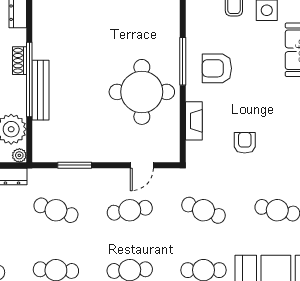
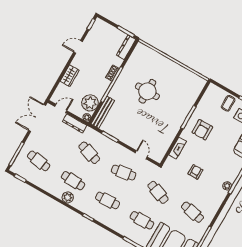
armchair: (217, 68) -> (202, 130), turned -90
bench: (40, 90) -> (103, 112), moved
round table: (142, 92) -> (147, 91), moved, width x0.73, depth x0.73
door: (142, 165) -> (141, 155), swing flipped

